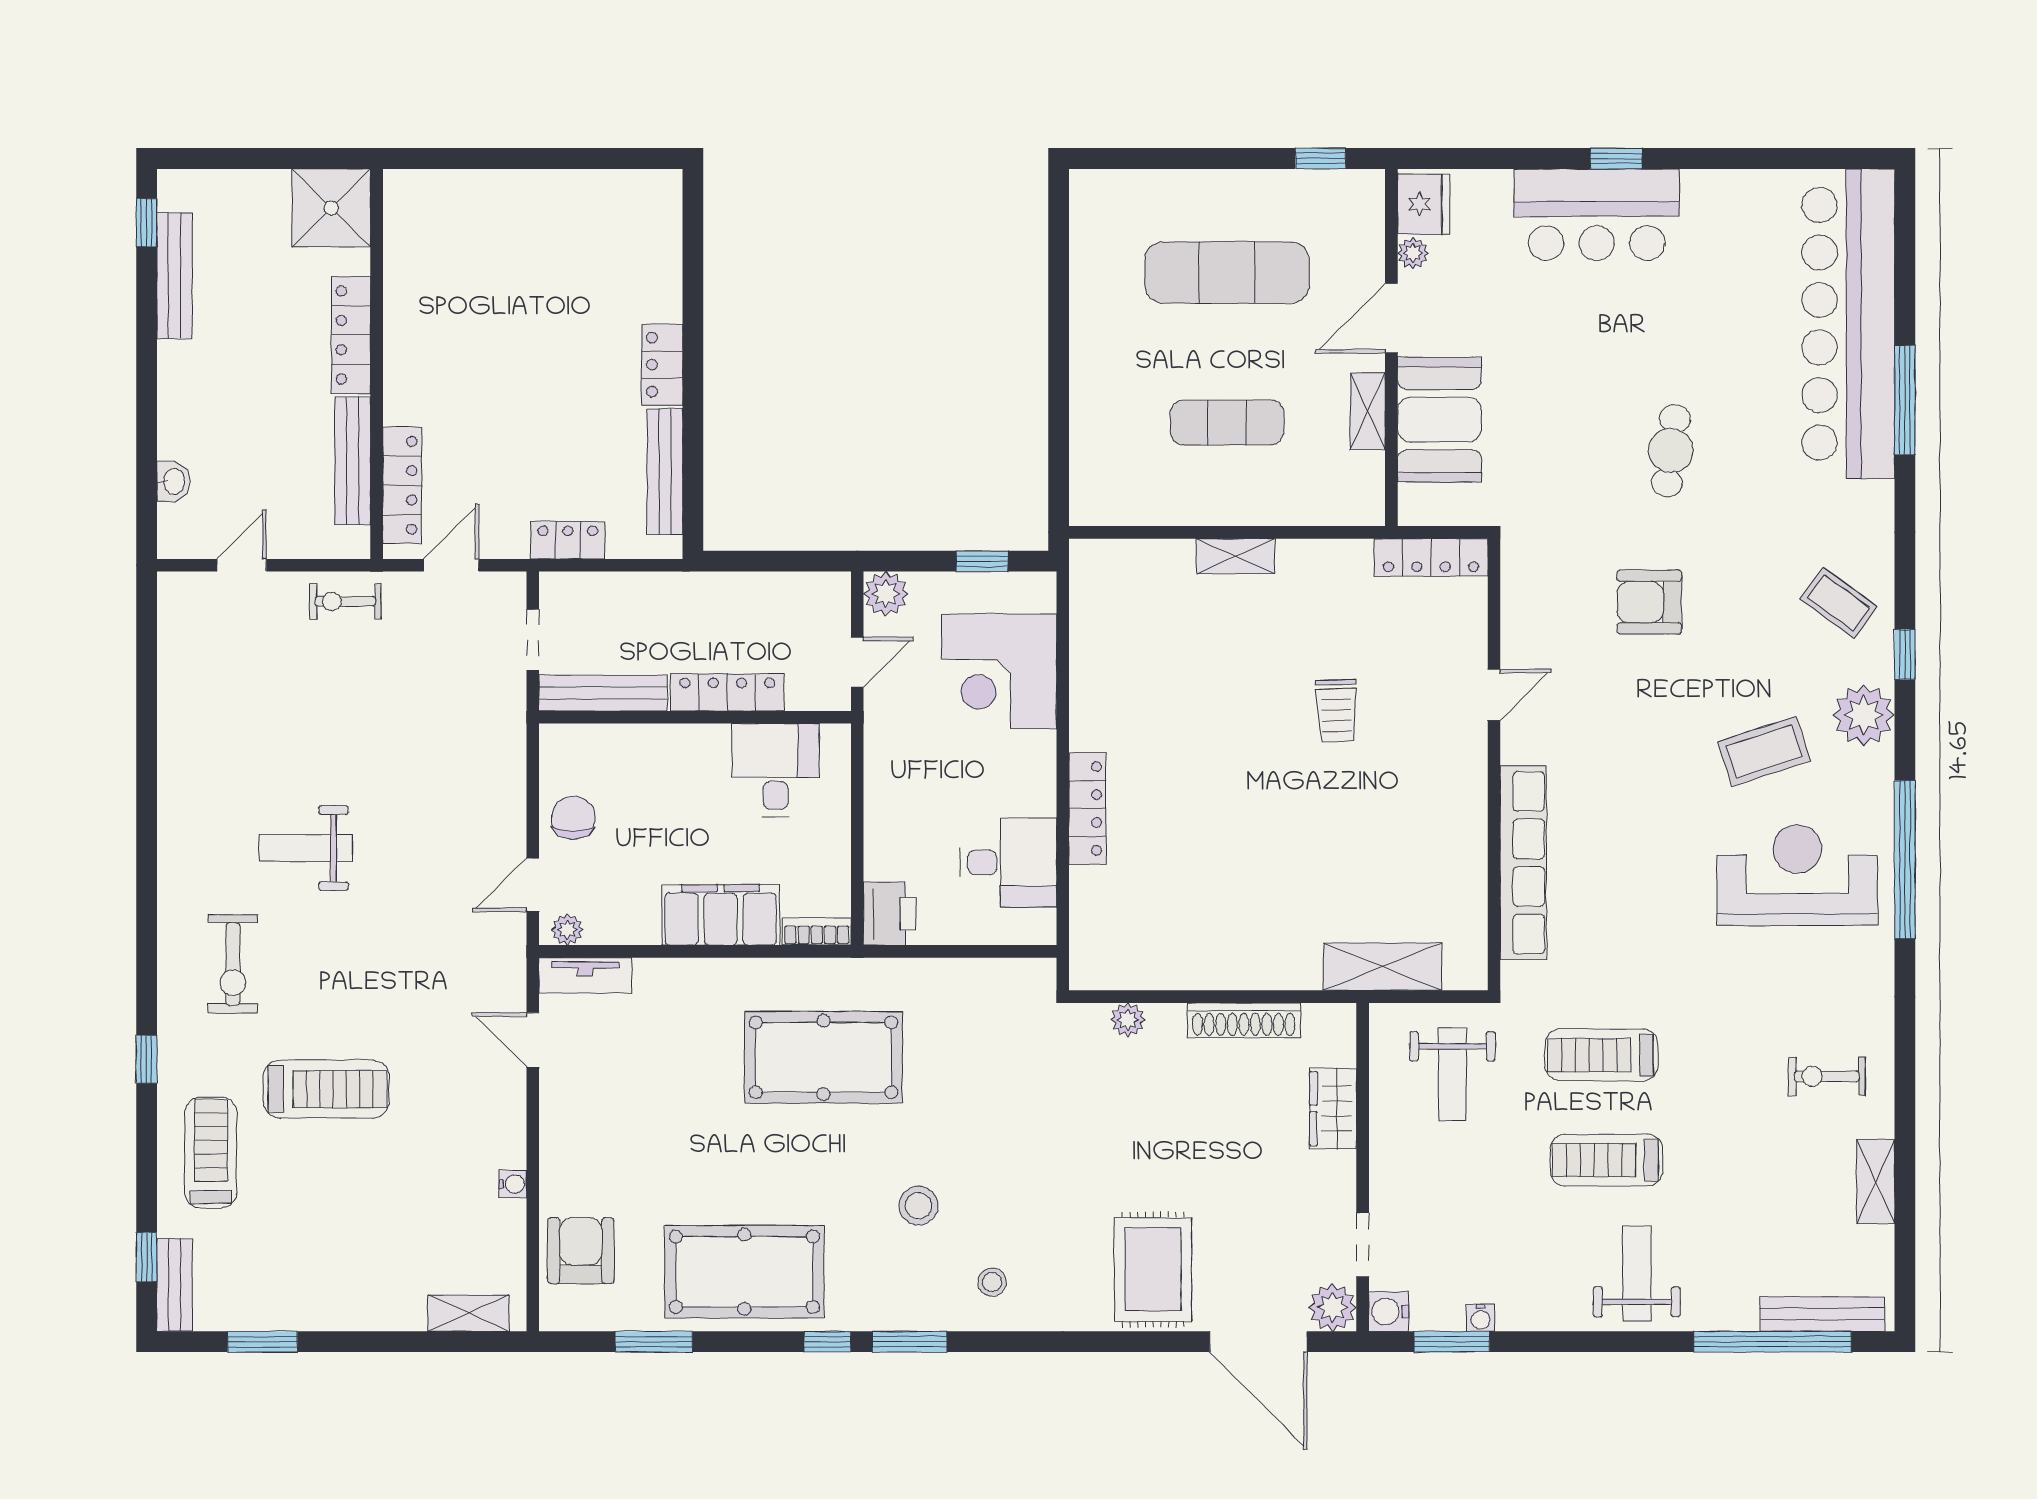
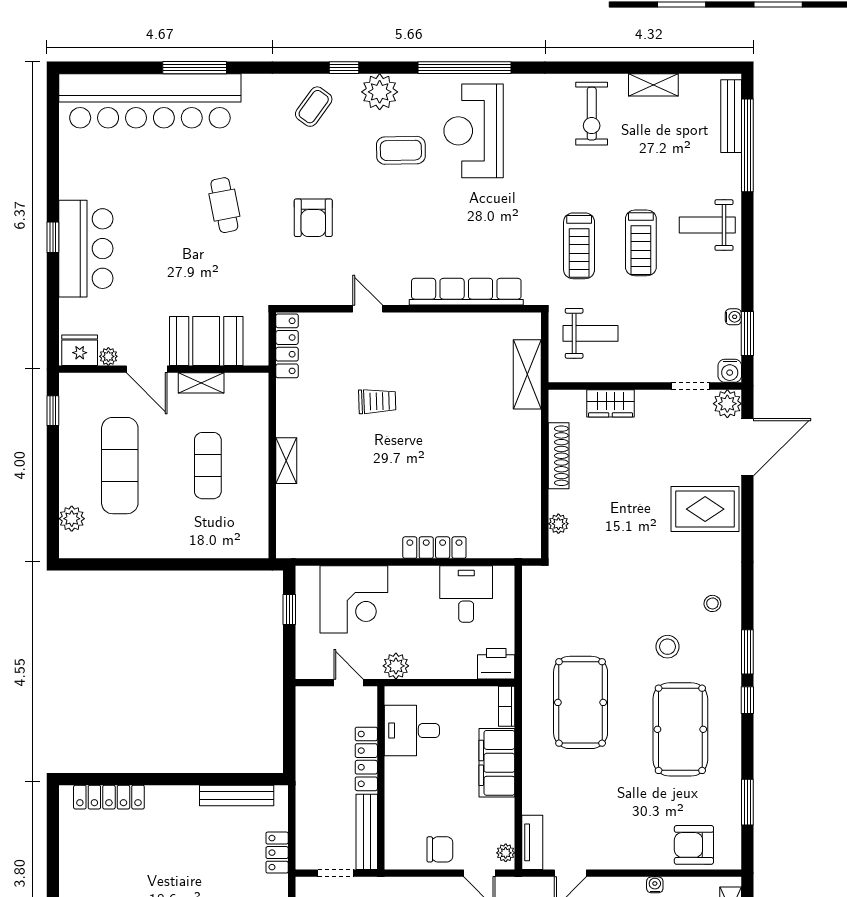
plant: (1137, 191) -> (72, 519), added
locker: (662, 365) -> (109, 797), moved, width x1.53
cafe table: (1671, 451) -> (224, 205), turned 72
plant: (886, 594) -> (396, 666), moved
coffee table: (1764, 751) -> (401, 150), turned -73
chair: (573, 818) -> (440, 849), turned 180
exercise bike: (1827, 1076) -> (592, 114), width x1.38, depth x1.39
pool table: (744, 1272) -> (680, 729), moved

